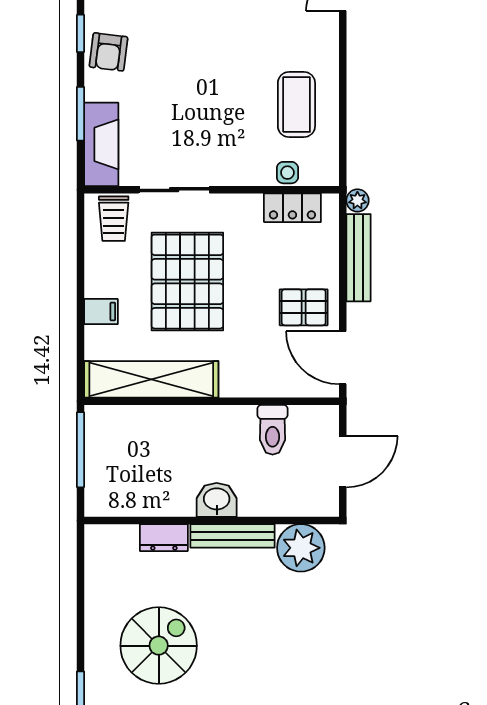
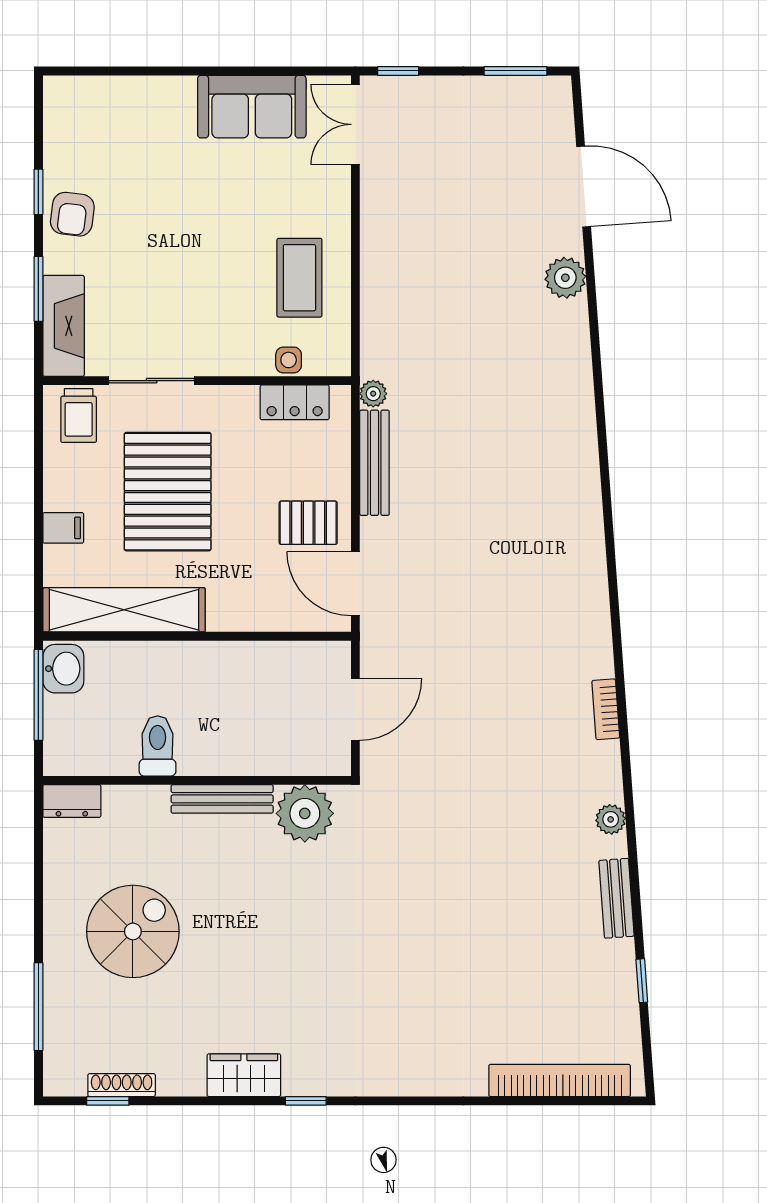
toilet: (273, 430) -> (158, 746), moved, turned 180
washbasin: (217, 500) -> (63, 669), moved, turned 90
dresser: (164, 538) -> (72, 801), moved

